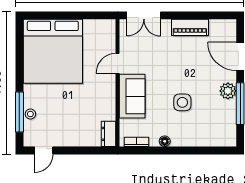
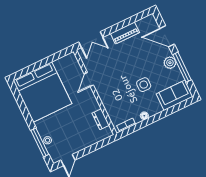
sofa: (132, 96) -> (175, 95), moved, turned -90
dresser: (109, 134) -> (101, 119), moved

